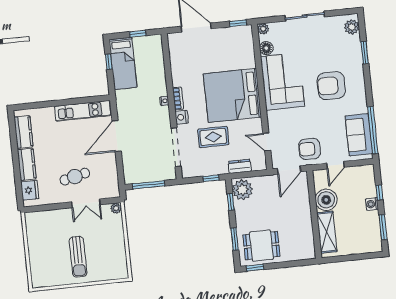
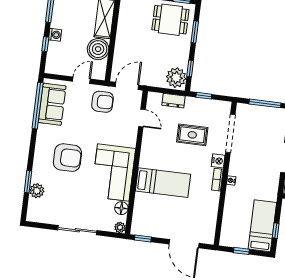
plant: (352, 27) -> (37, 191), moved
bed: (232, 95) -> (163, 183), width x0.49

